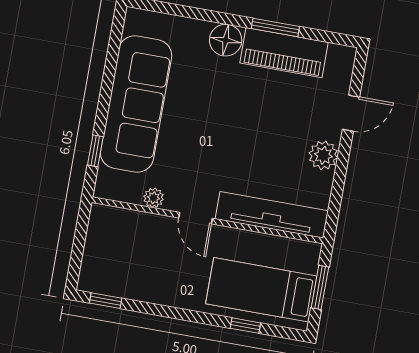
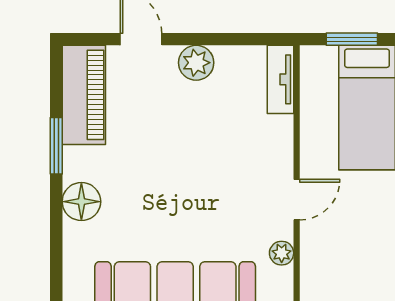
piano: (284, 53) -> (84, 95), moved
tv unit: (272, 215) -> (281, 79), width x0.52, depth x0.78

